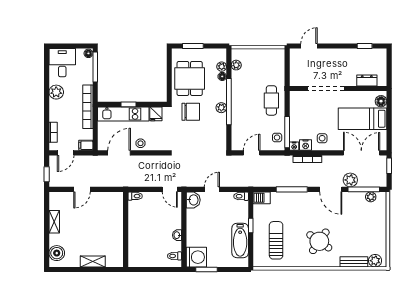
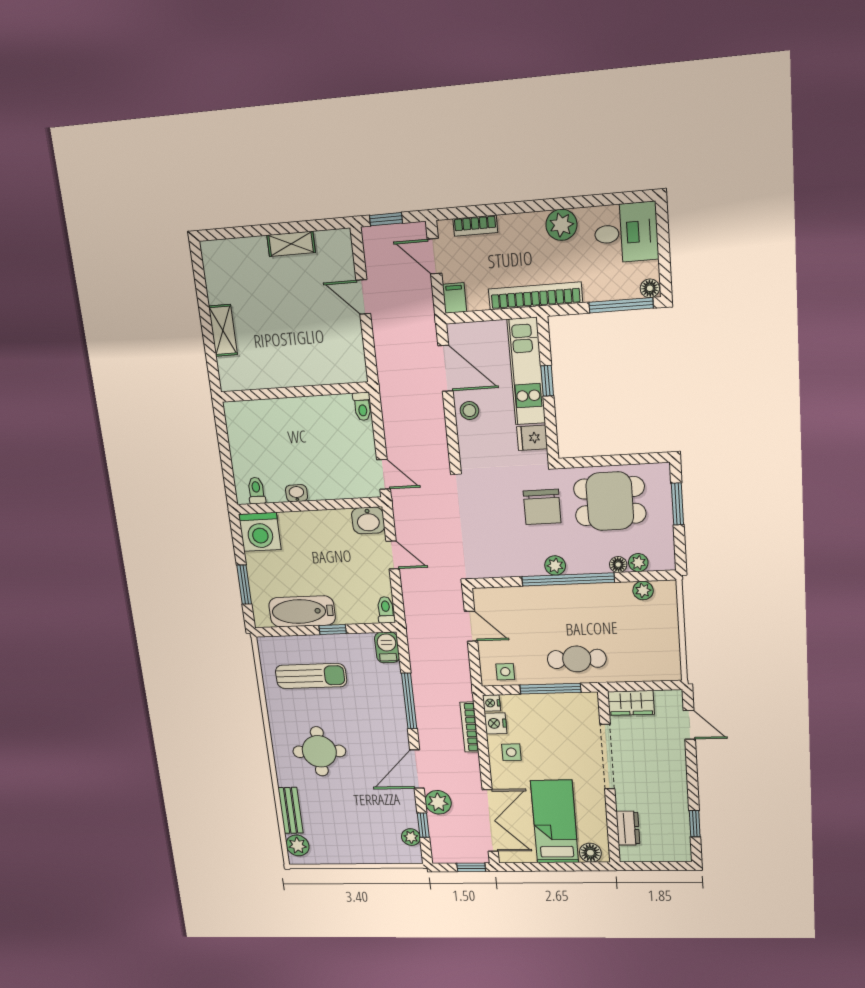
wardrobe: (296, 75) -> (631, 703), added
window: (287, 132) -> (550, 689), moved
door: (170, 189) -> (383, 474), swing flipped
window: (364, 189) -> (423, 825), width x0.46
round table: (319, 241) -> (319, 751), turned -35
boiler: (57, 253) -> (229, 255), removed
window: (207, 270) -> (244, 585), moved

